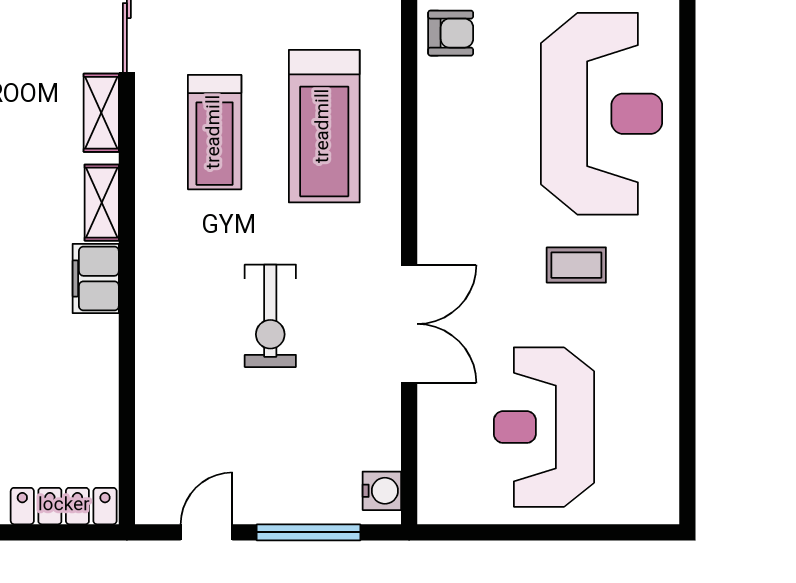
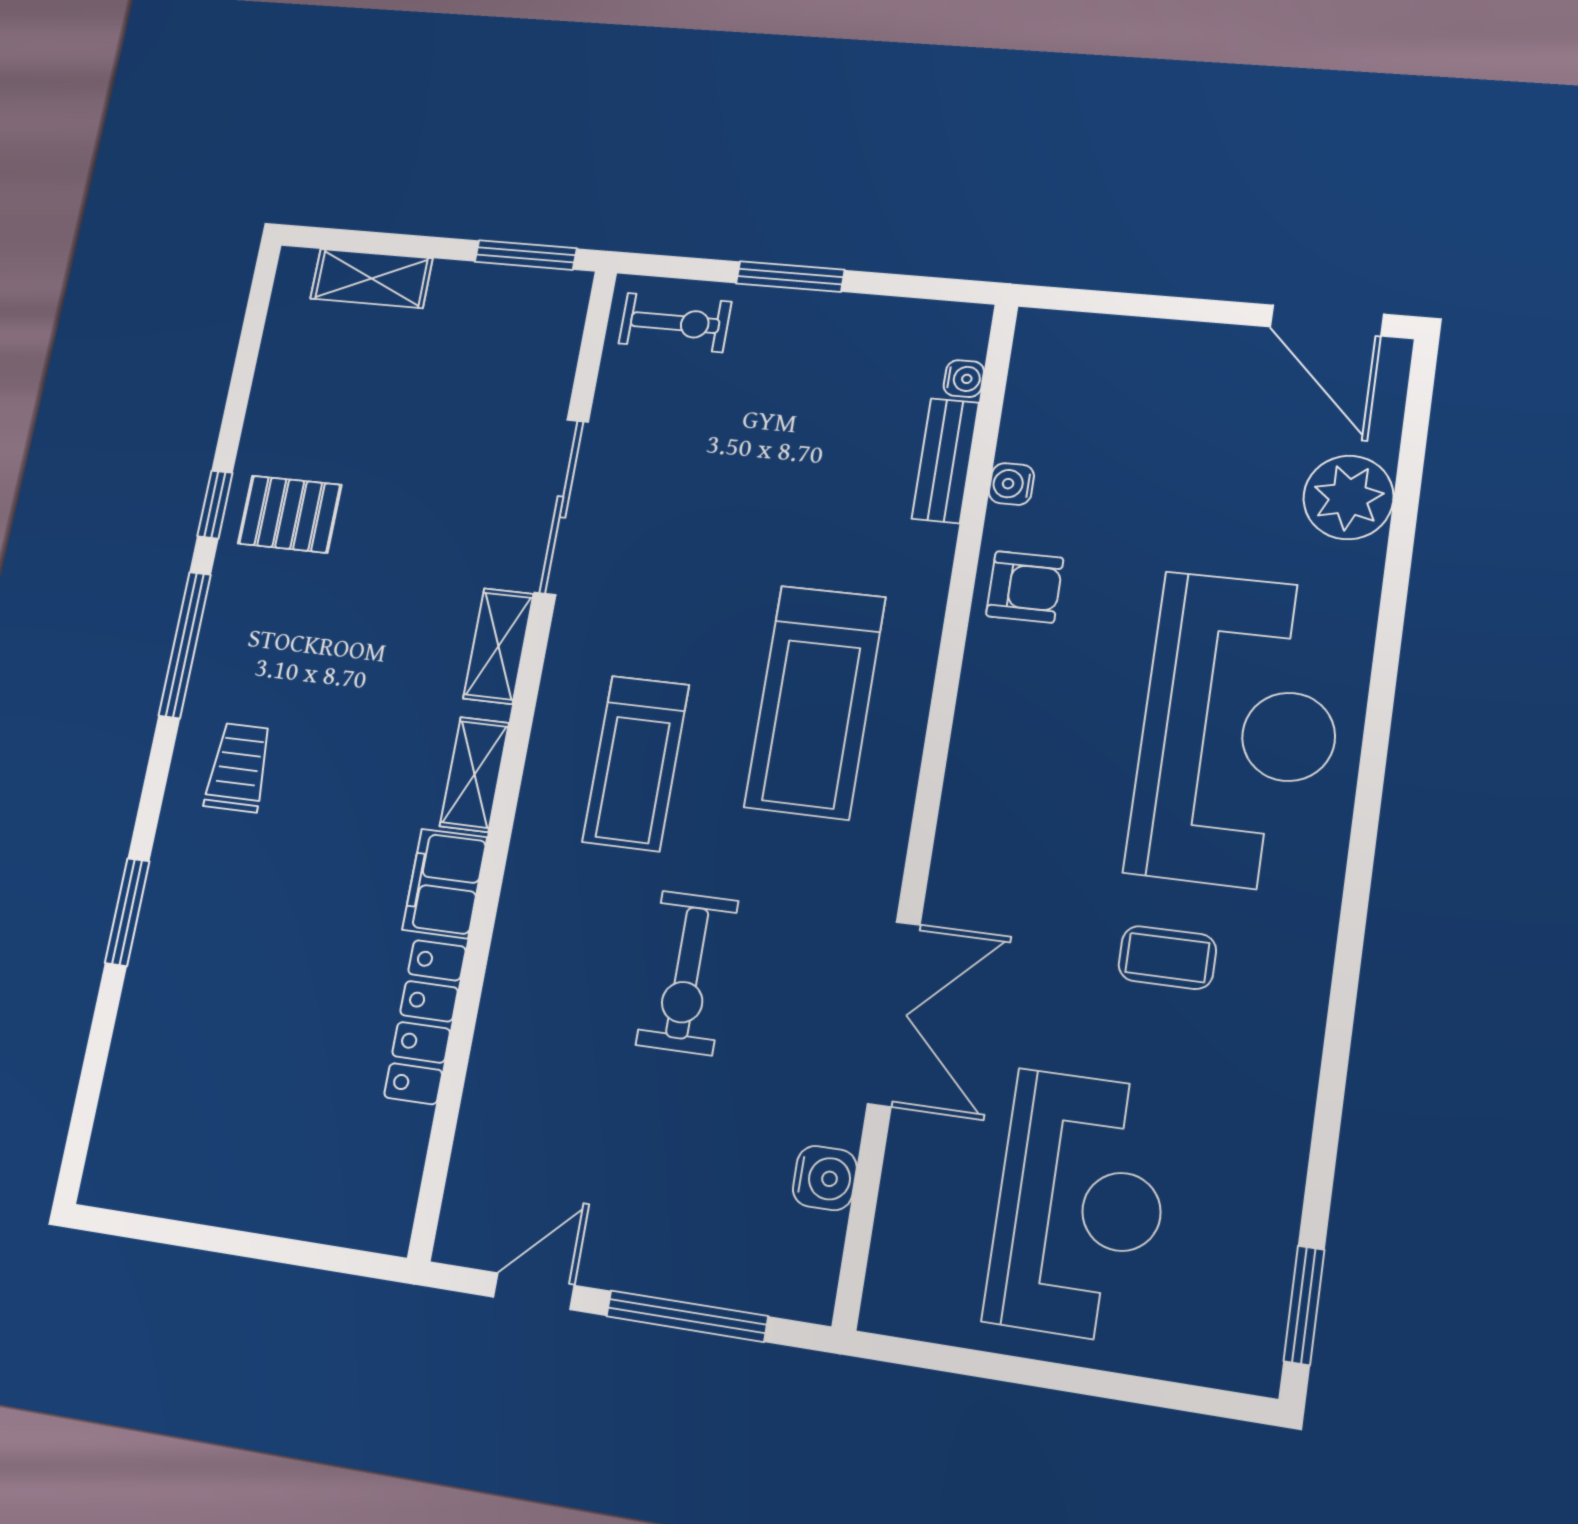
treadmill: (215, 132) -> (636, 763), moved
reception desk: (544, 427) -> (1080, 1206), turned 180
window: (687, 467) -> (1304, 1305), added
water cooler: (382, 491) -> (825, 1178), moved
locker: (64, 506) -> (425, 1022), moved, turned -90

